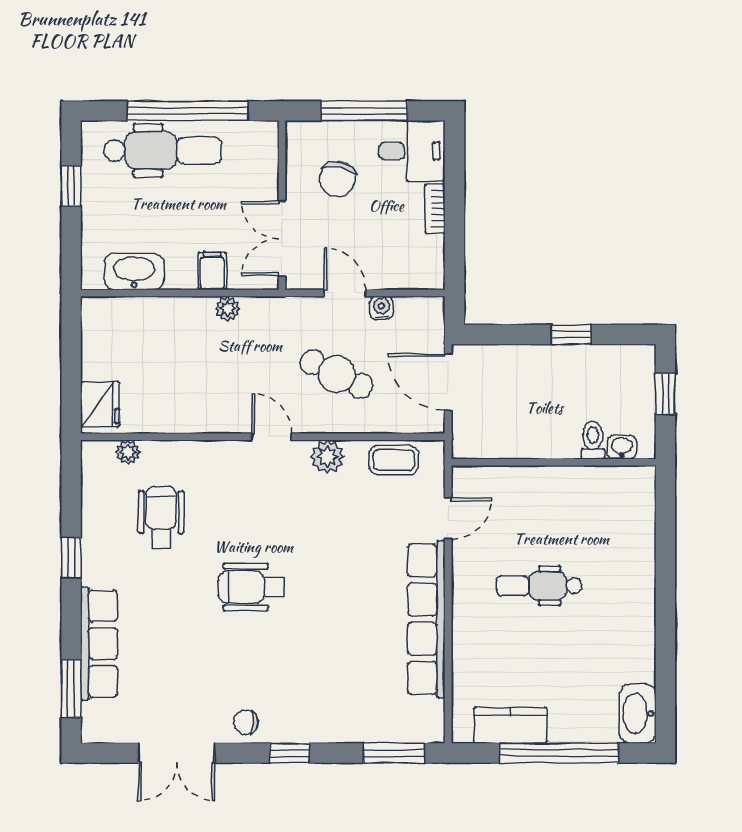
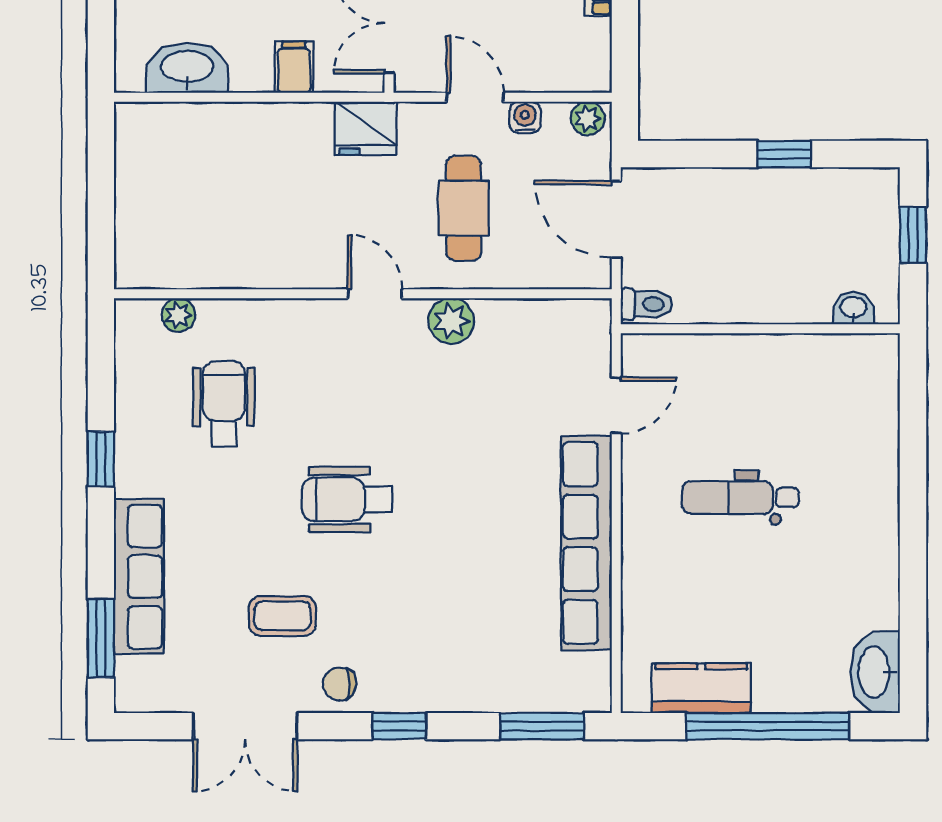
plant: (227, 308) -> (588, 118), moved
cafe table: (337, 374) -> (464, 208), turned 64
fridge: (100, 404) -> (366, 128), moved, turned 90
toilet: (593, 440) -> (646, 304), moved, turned 90
coffee table: (394, 460) -> (283, 616), moved

